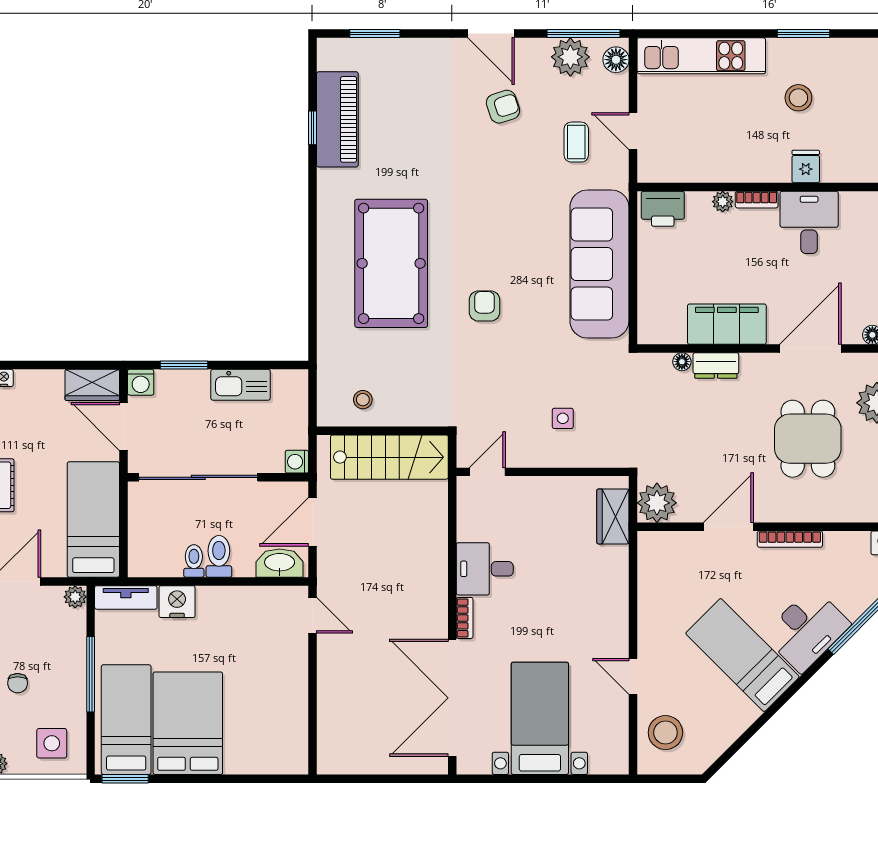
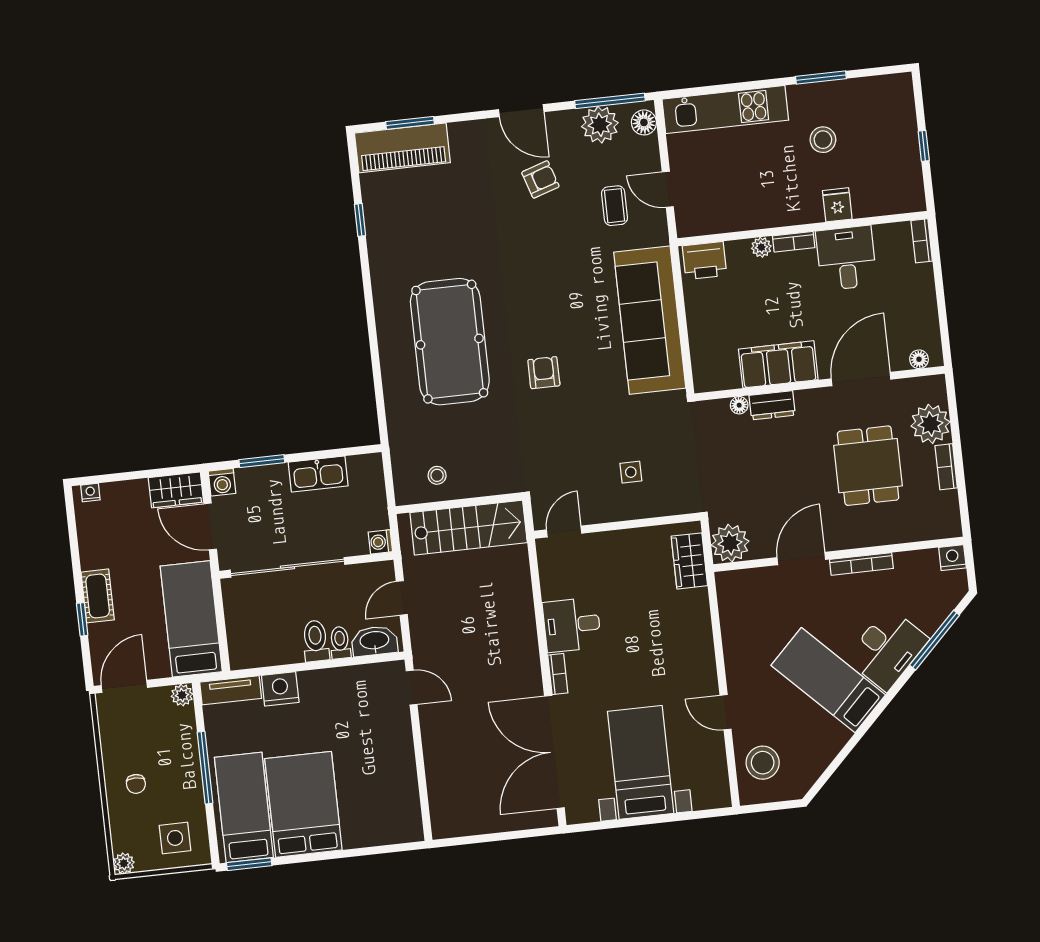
piano: (337, 119) -> (402, 148), moved, turned 90
door: (313, 522) -> (402, 598), width x0.73
toilet: (194, 561) -> (340, 643), moved

